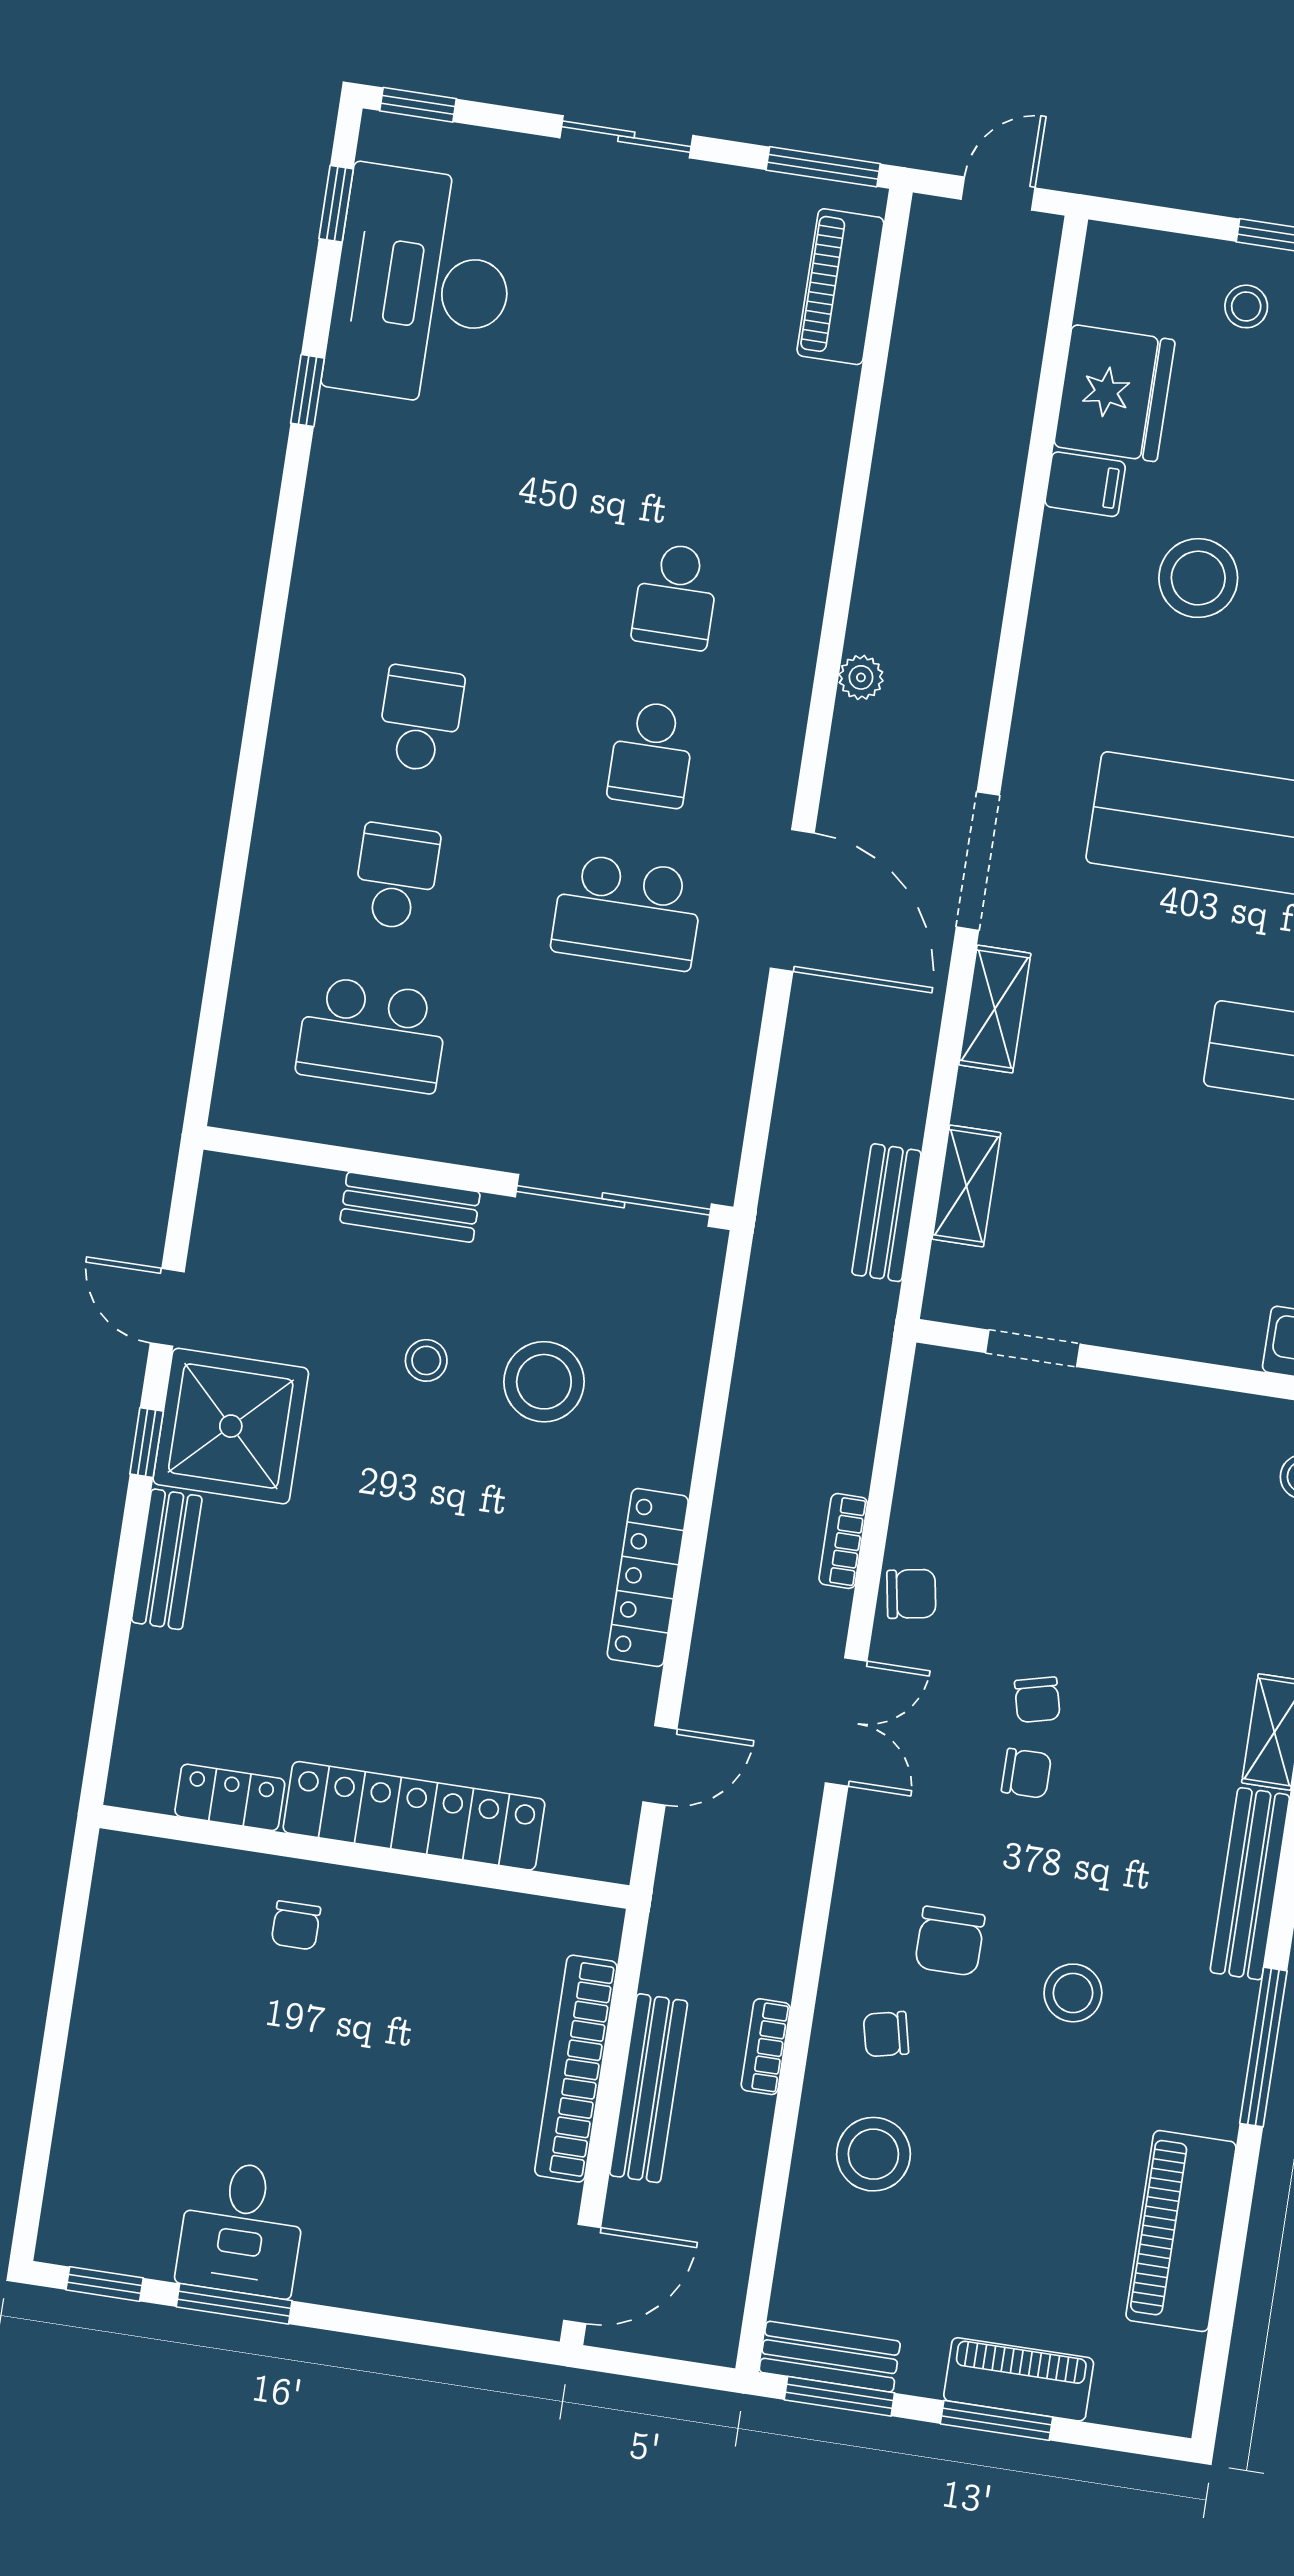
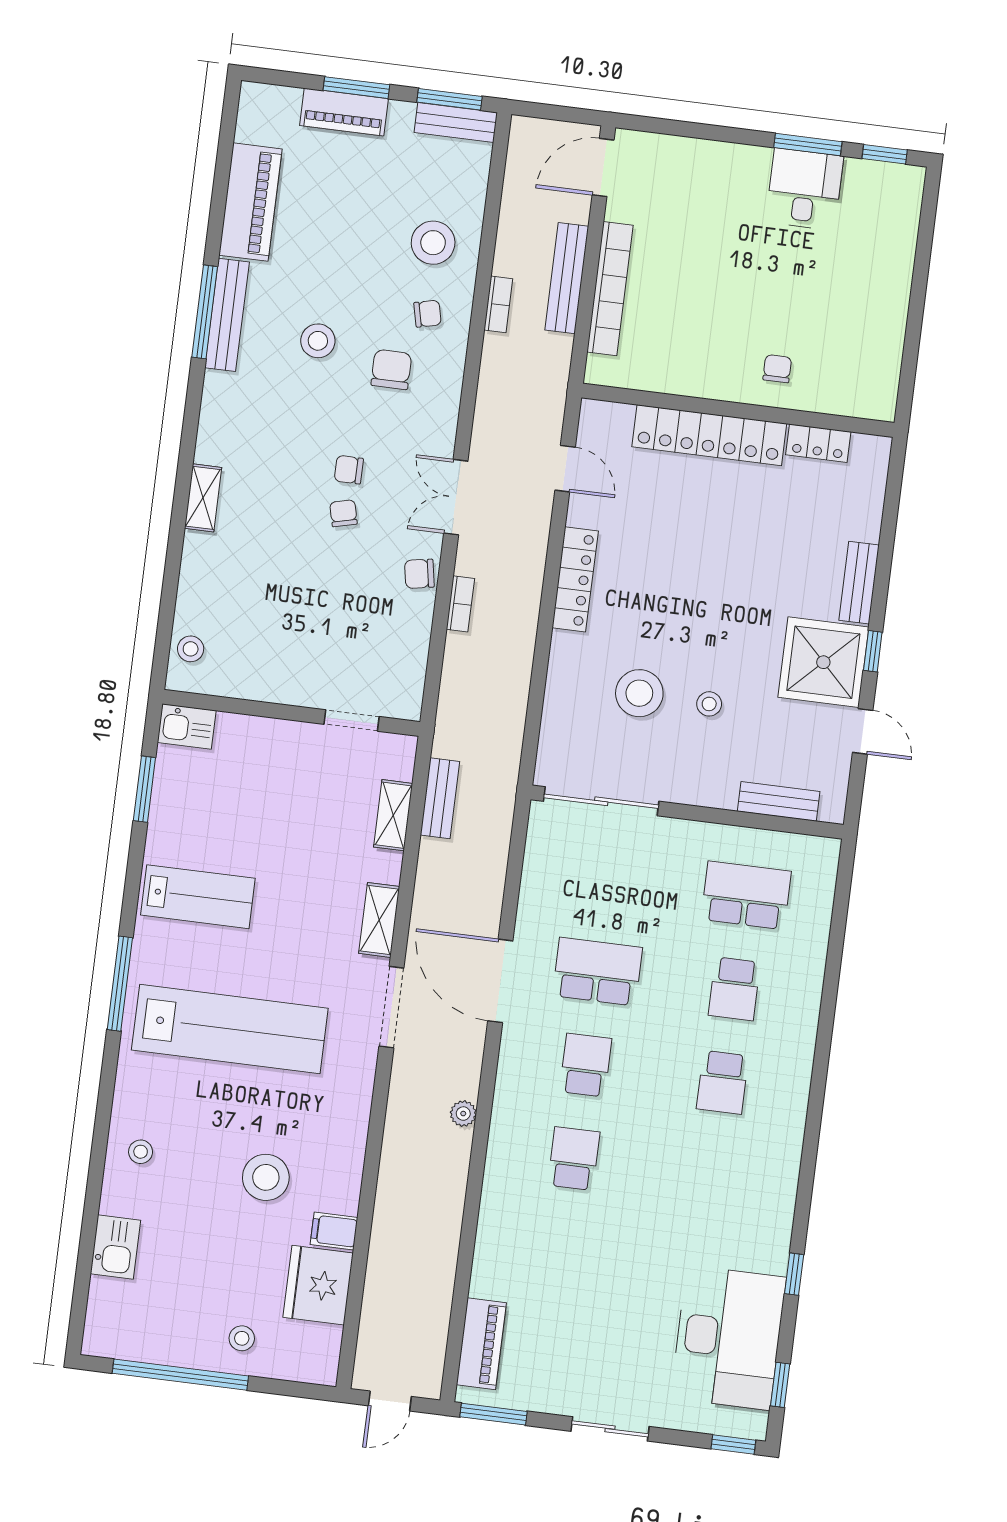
bench: (410, 1207) -> (779, 801), moved
door: (660, 1765) -> (565, 469), swing flipped
bench: (1250, 1884) -> (227, 315), moved

